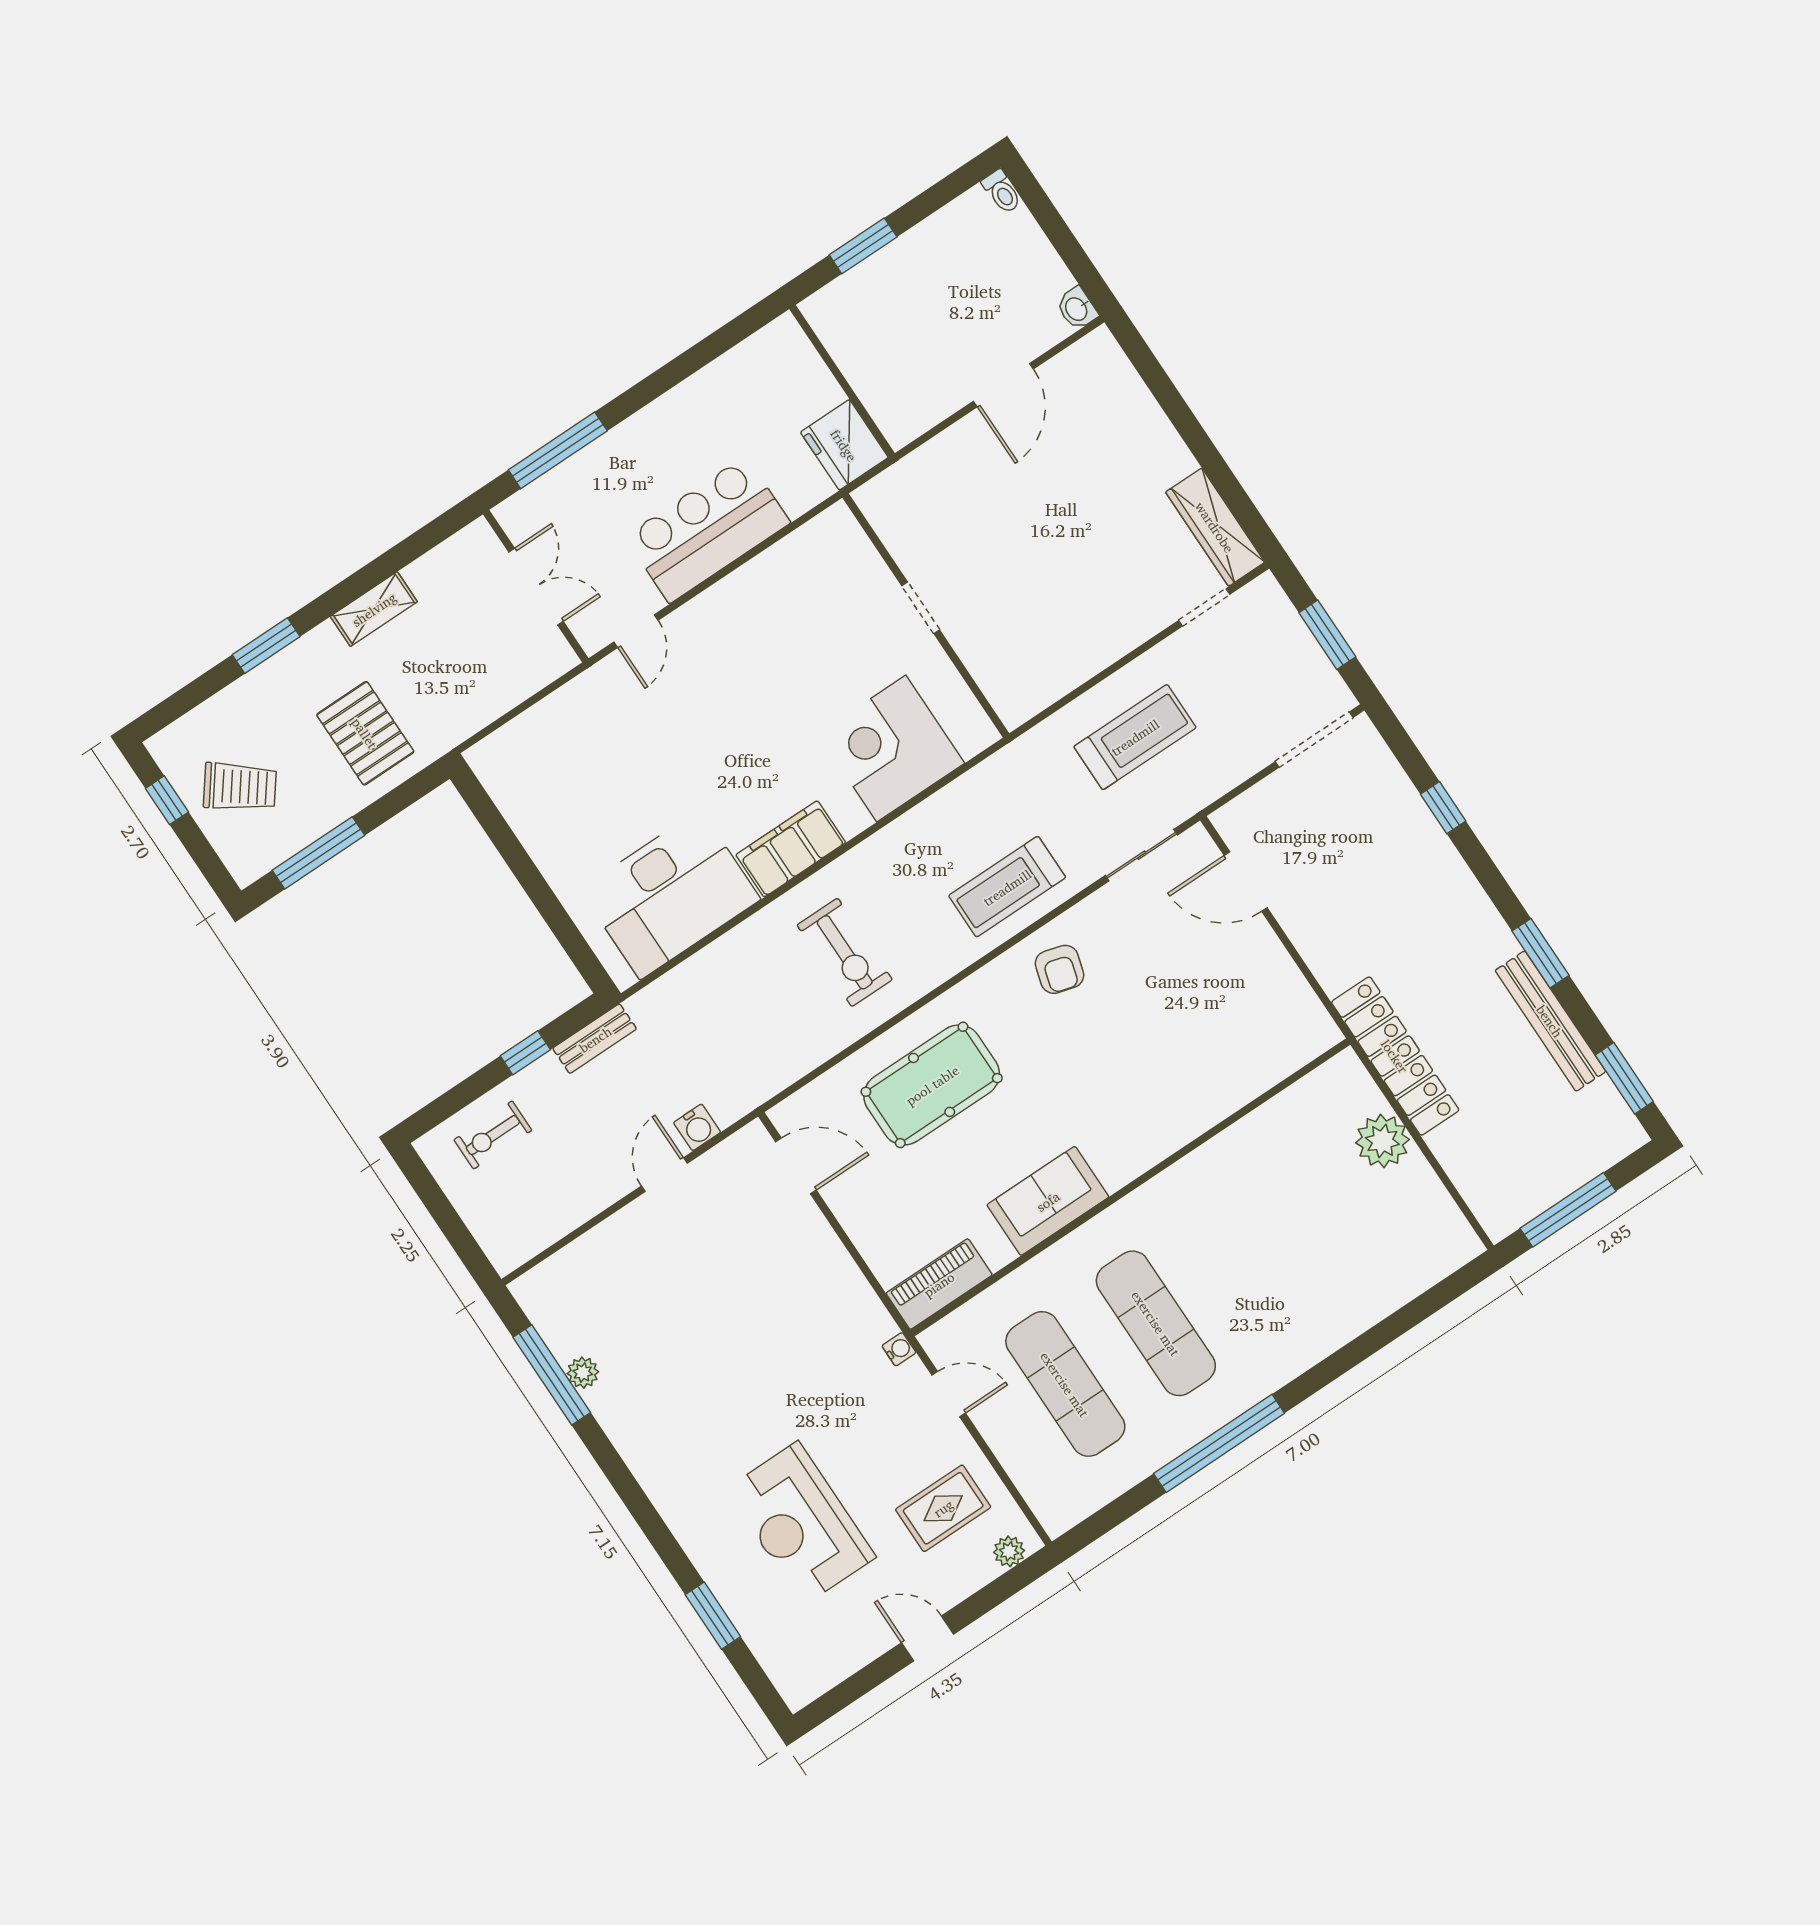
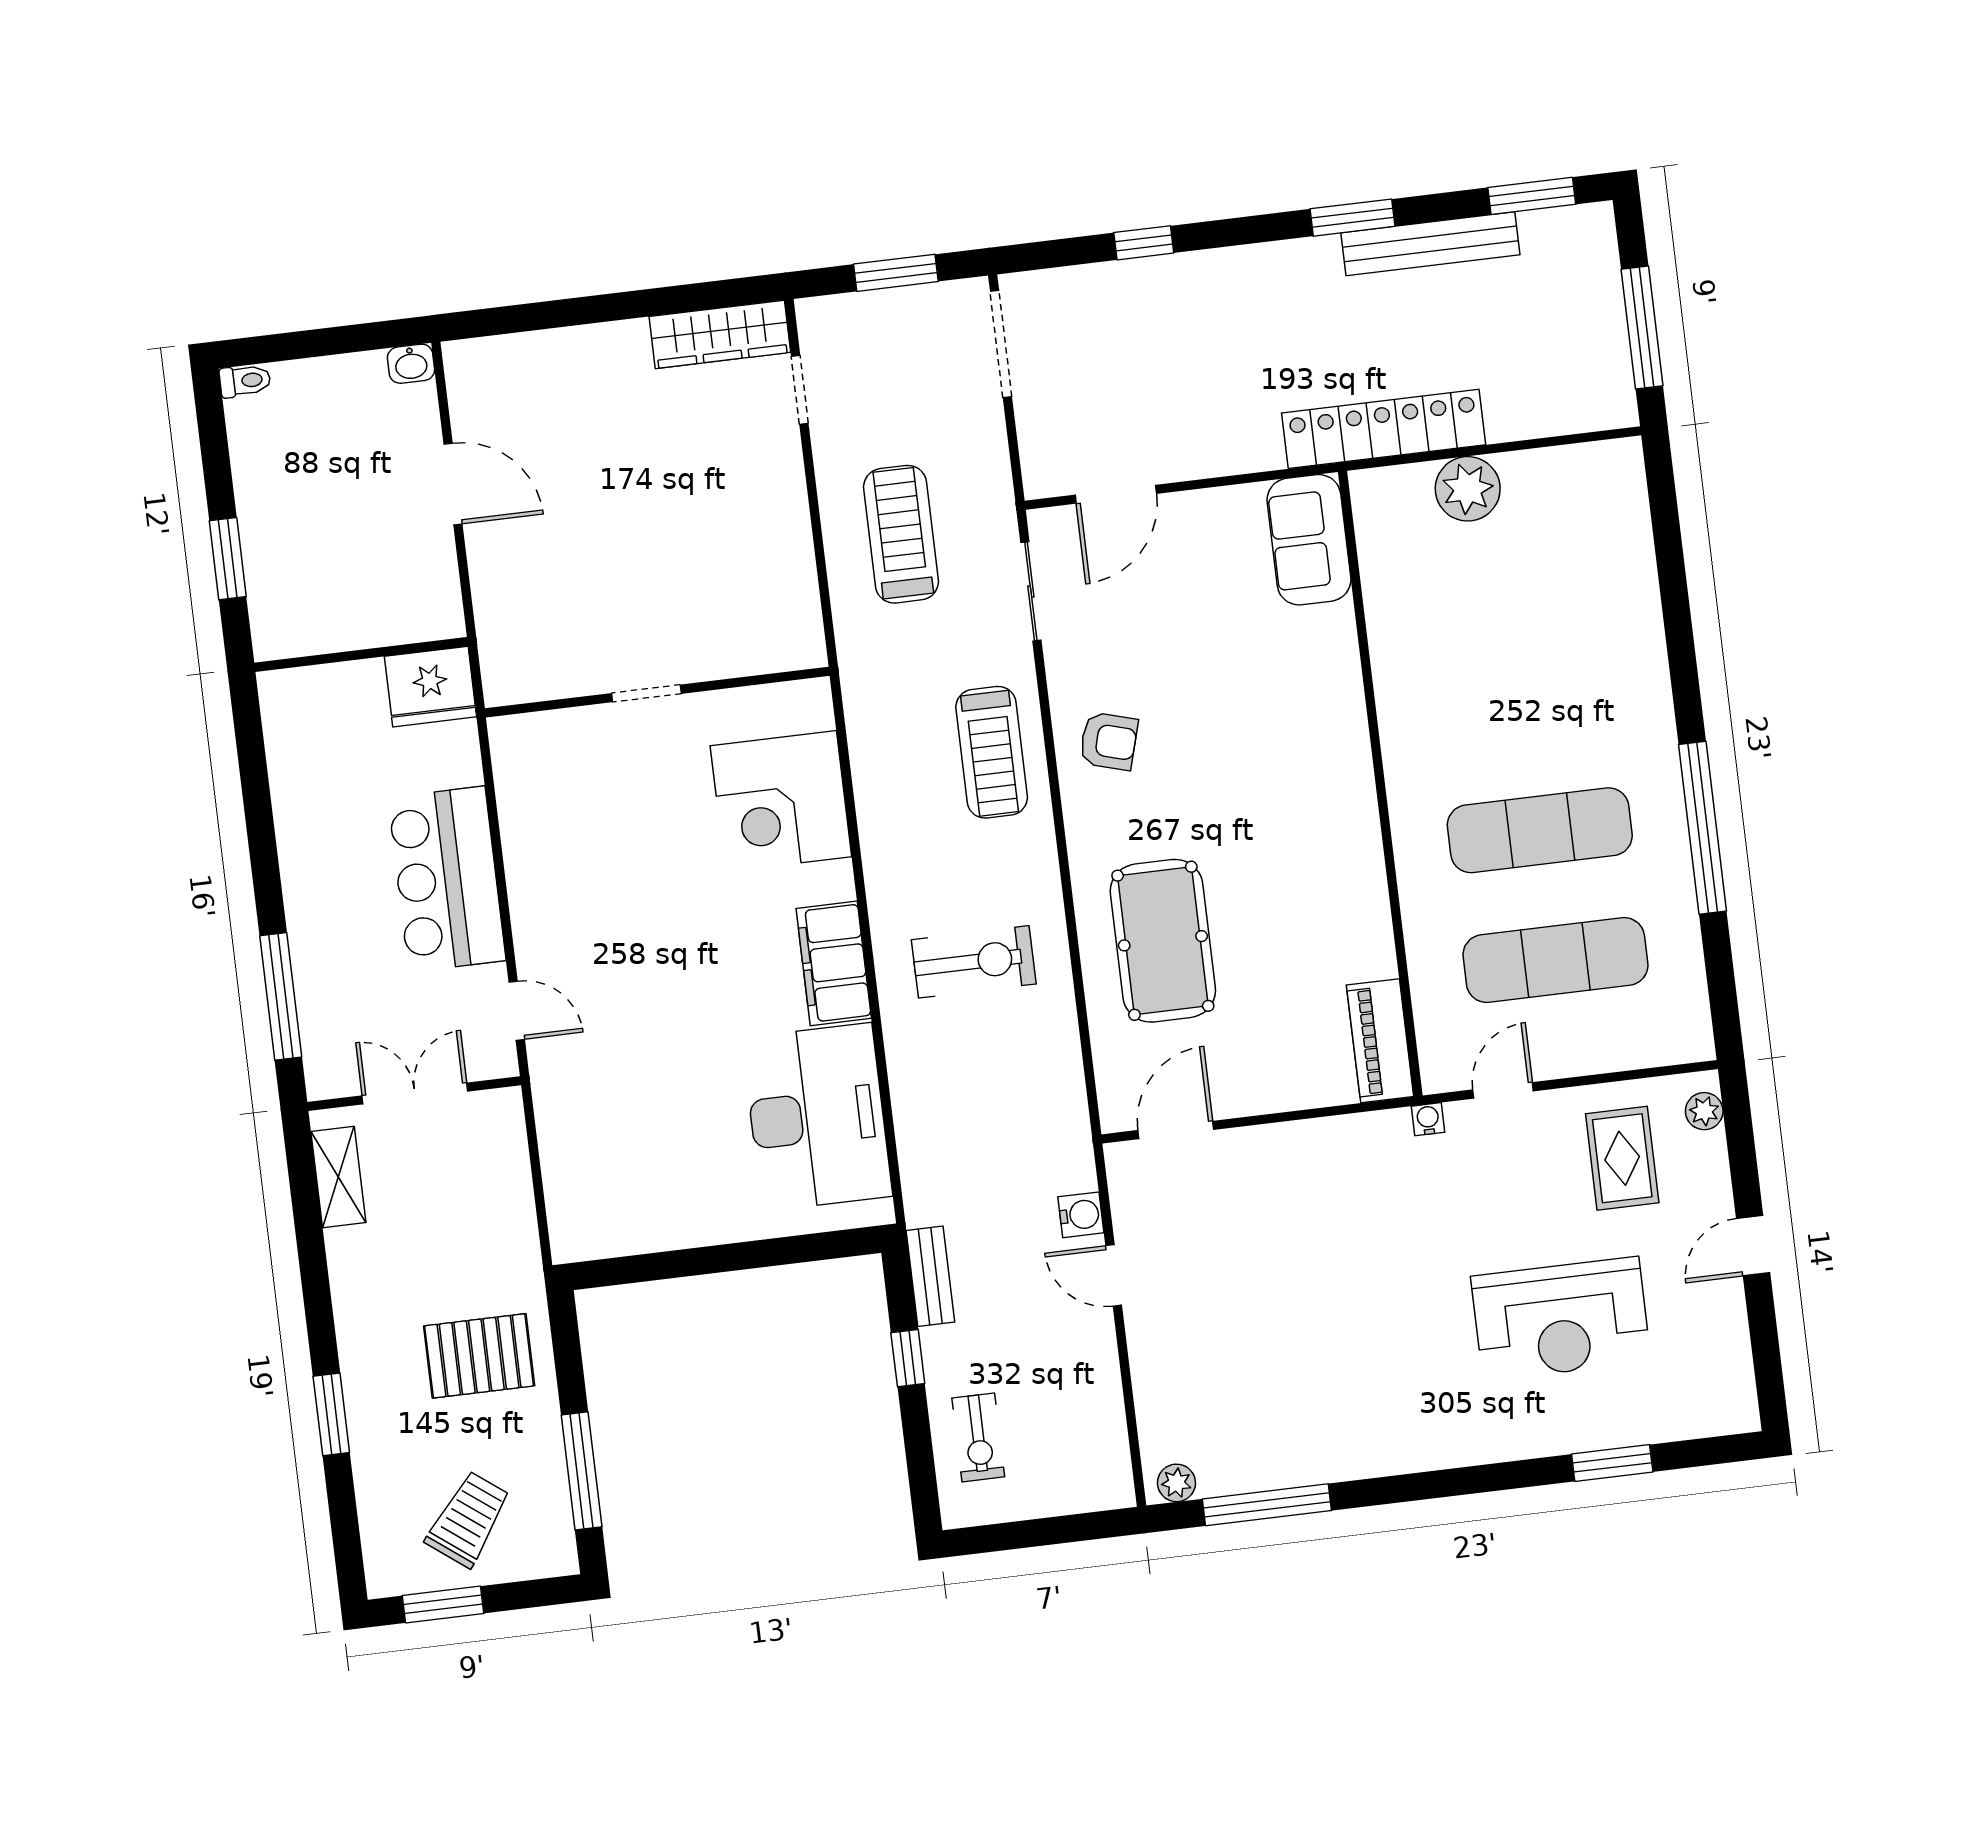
shelving: (374, 609) -> (338, 1177), moved
window: (167, 800) -> (443, 1604), width x1.50
sofa: (1048, 1201) -> (1309, 540), moved
plant: (583, 1373) -> (1176, 1483), moved

